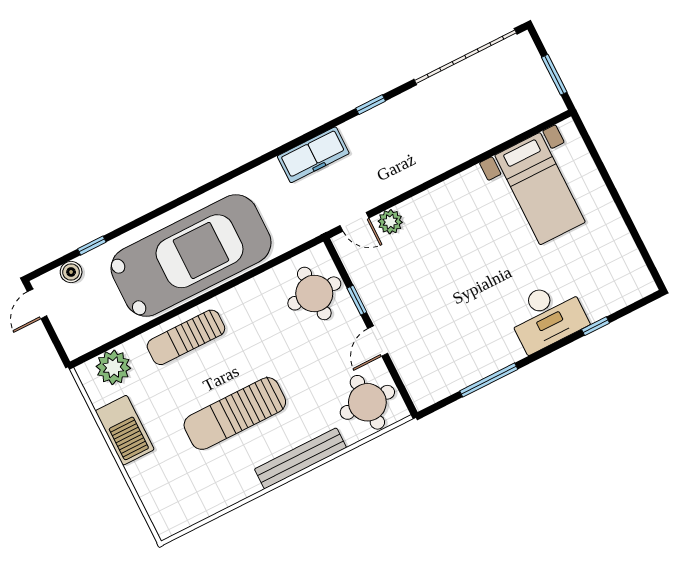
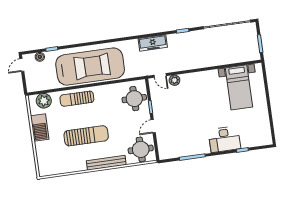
sun lounger: (235, 414) -> (86, 136), turned 180

